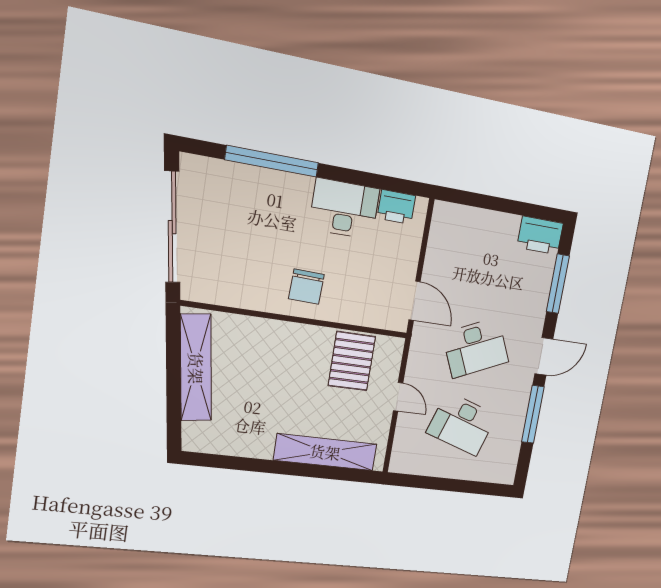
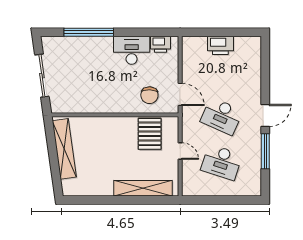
sliding door: (172, 227) -> (42, 76), width x0.73
printer: (540, 235) -> (220, 45), moved
window: (558, 284) -> (265, 71), removed
chair: (306, 287) -> (149, 95), moved
desk: (476, 348) -> (222, 116), turned 48

